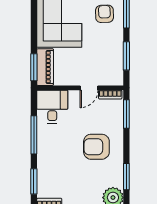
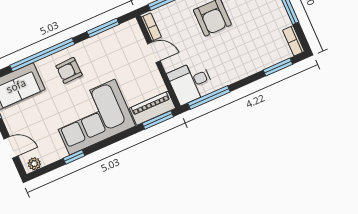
window: (34, 135) -> (209, 97), moved

